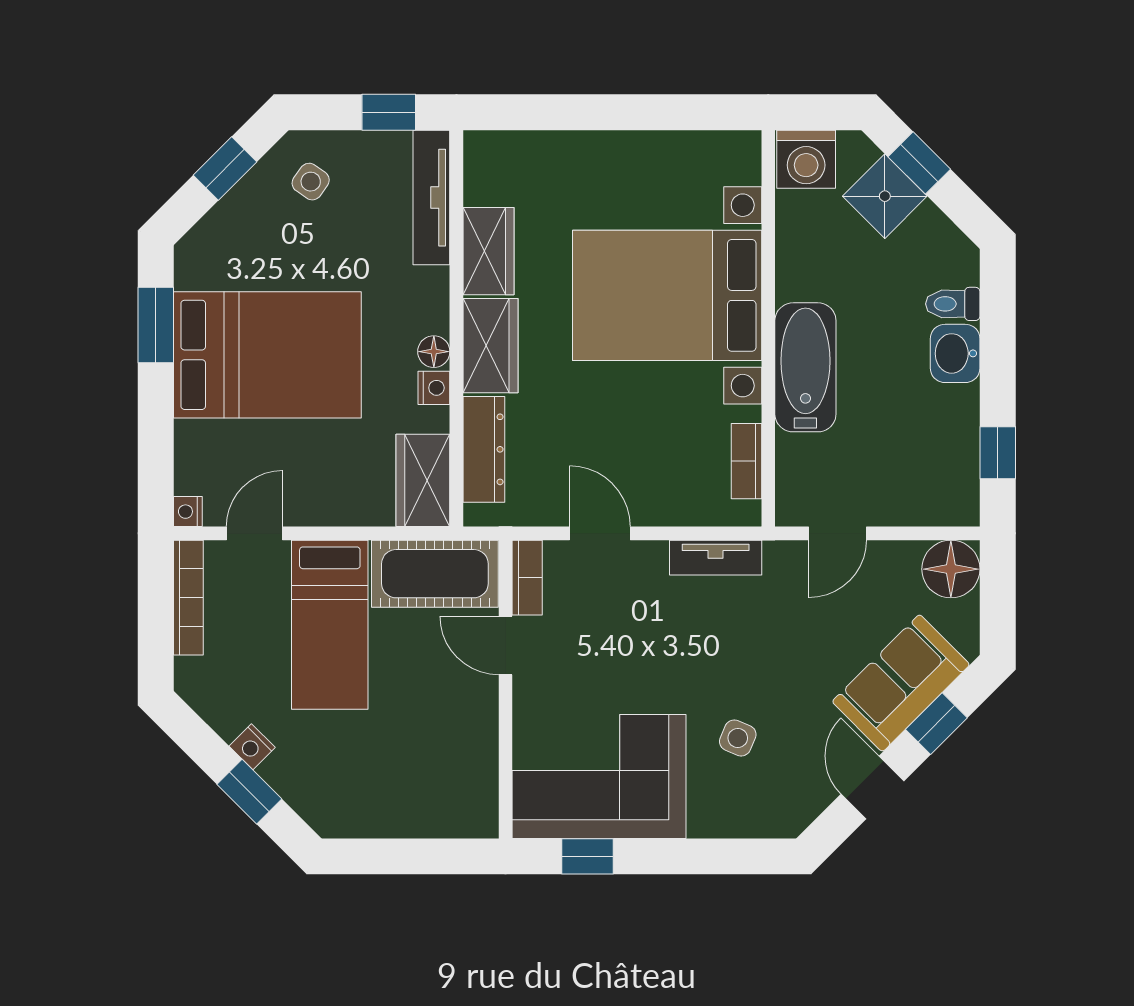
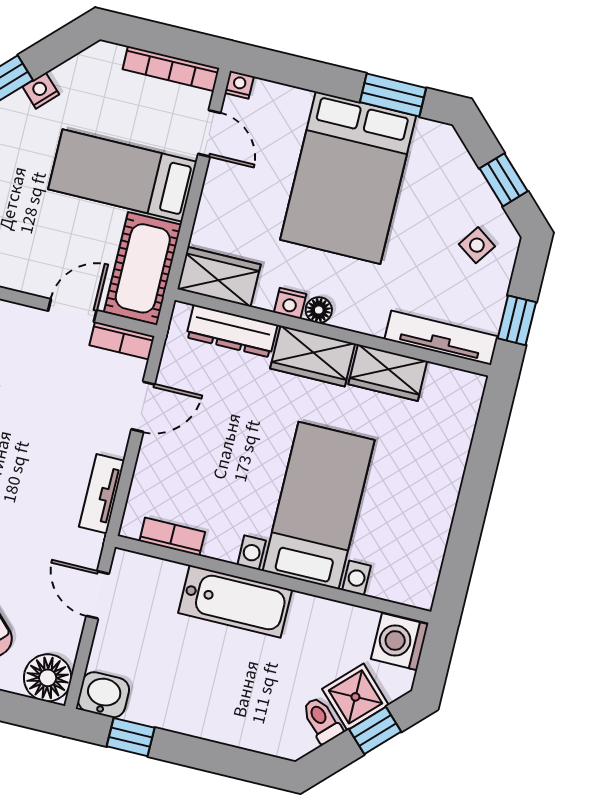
bed with nightstands: (667, 295) -> (319, 506), width x0.73
toilet: (953, 304) -> (322, 720), moved, turned -45
washbasin: (955, 353) -> (104, 695), moved

